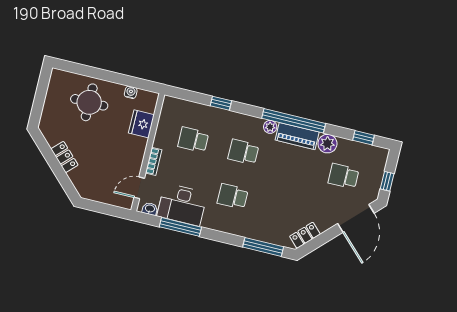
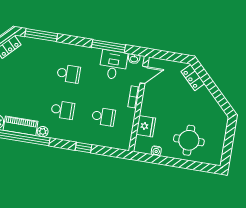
locker: (64, 157) -> (193, 78), moved
desk: (182, 205) -> (113, 65), width x0.73

